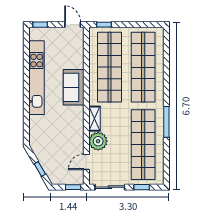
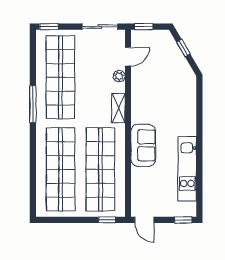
kitchen unit: (37, 78) -> (187, 169), width x0.73
plant: (98, 141) -> (119, 76), width x0.53, depth x0.53
window: (142, 187) -> (49, 27), moved

